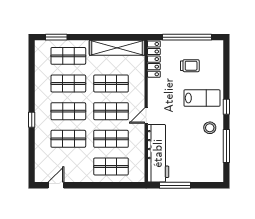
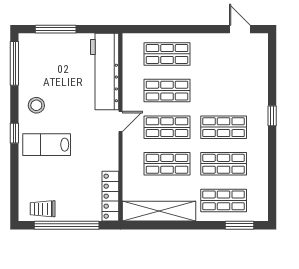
trolley: (190, 66) -> (43, 209), moved
shop shelf: (68, 139) -> (224, 91), removed
window: (226, 146) -> (14, 63), moved
door: (56, 185) -> (240, 29), swing flipped
window: (175, 185) -> (56, 29), moved

